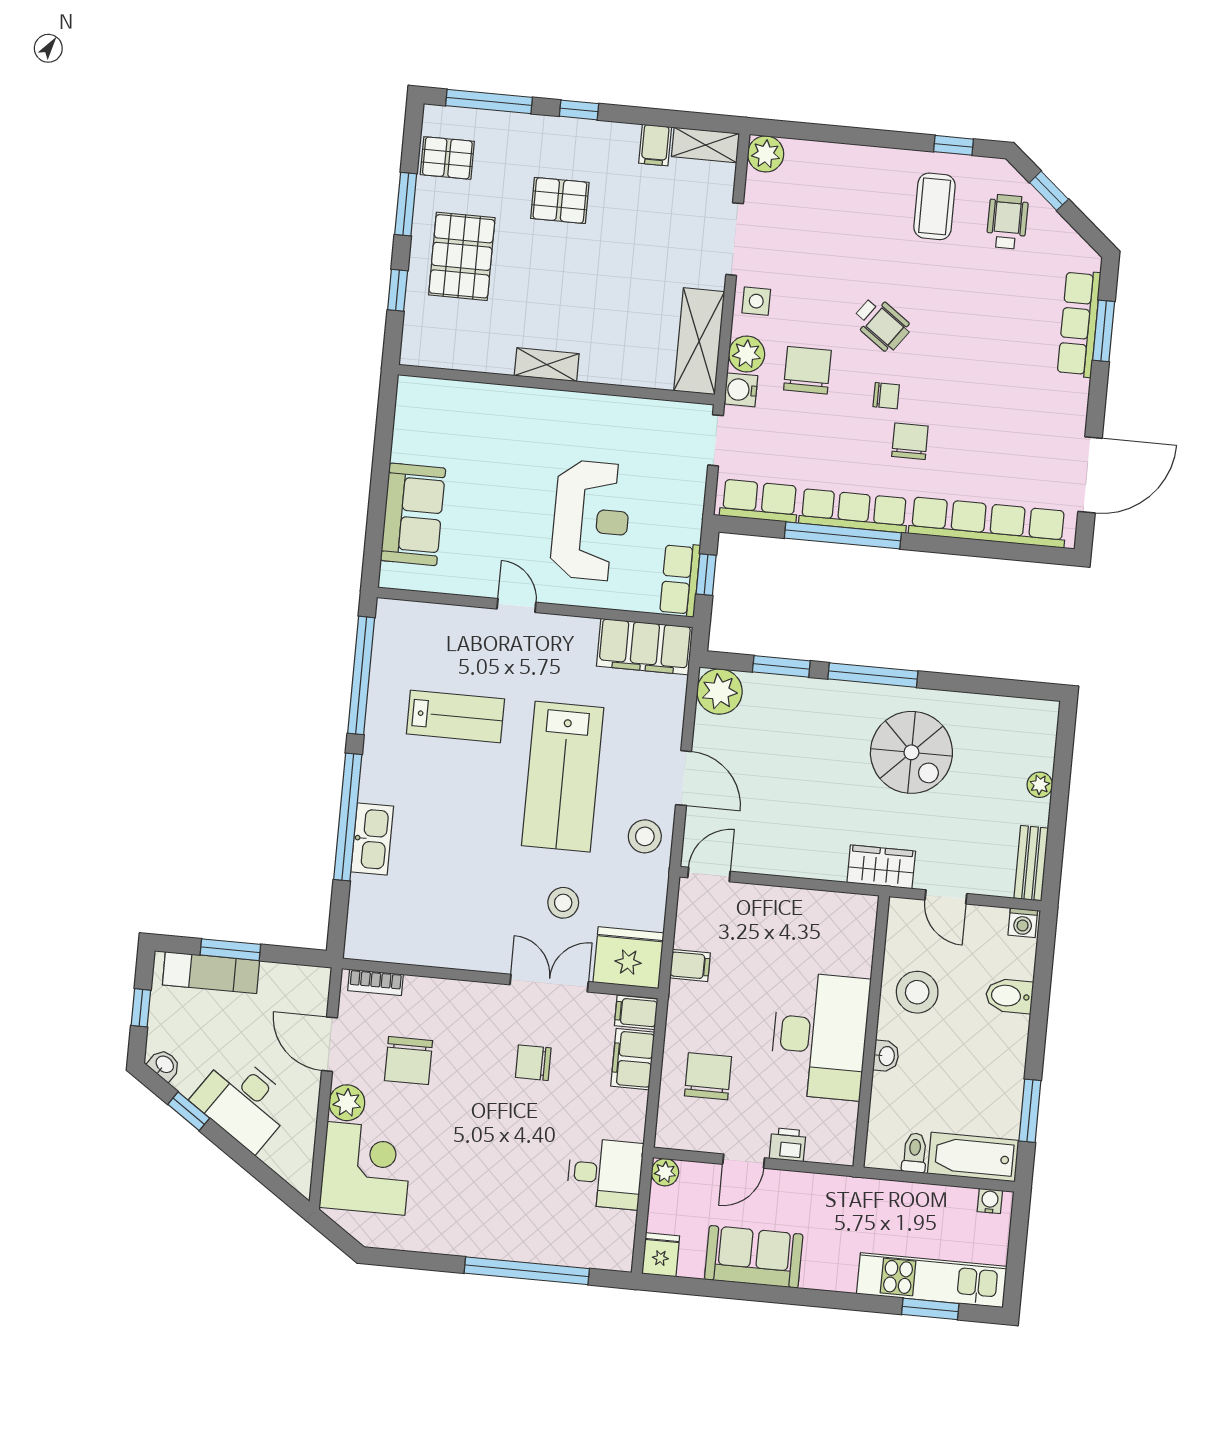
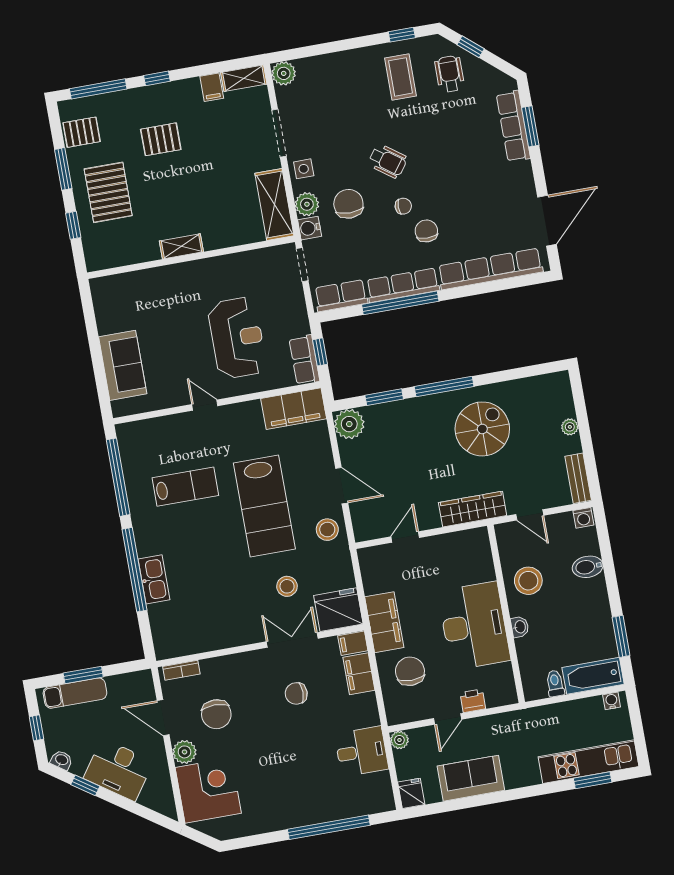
spiral stairs: (911, 752) -> (482, 429), turned -90
wardrobe: (881, 867) -> (473, 509), width x1.50
door: (709, 874) -> (405, 537), moved
filing cabinet: (690, 965) -> (384, 622), width x3.00, depth x1.17

